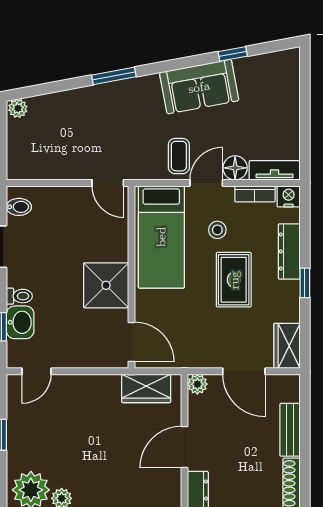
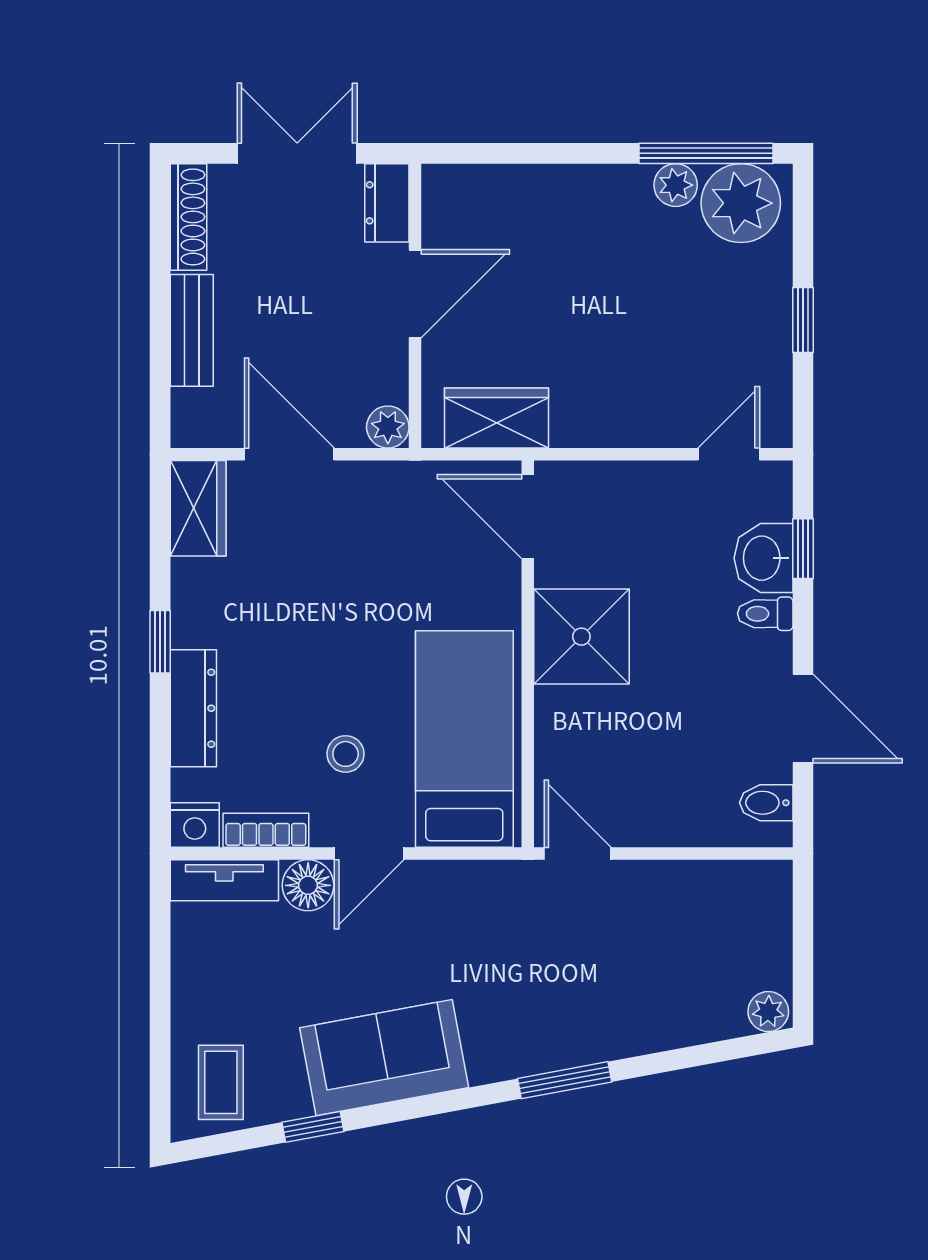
coffee table: (179, 156) -> (221, 1082), moved
rug: (234, 280) -> (311, 648), removed

